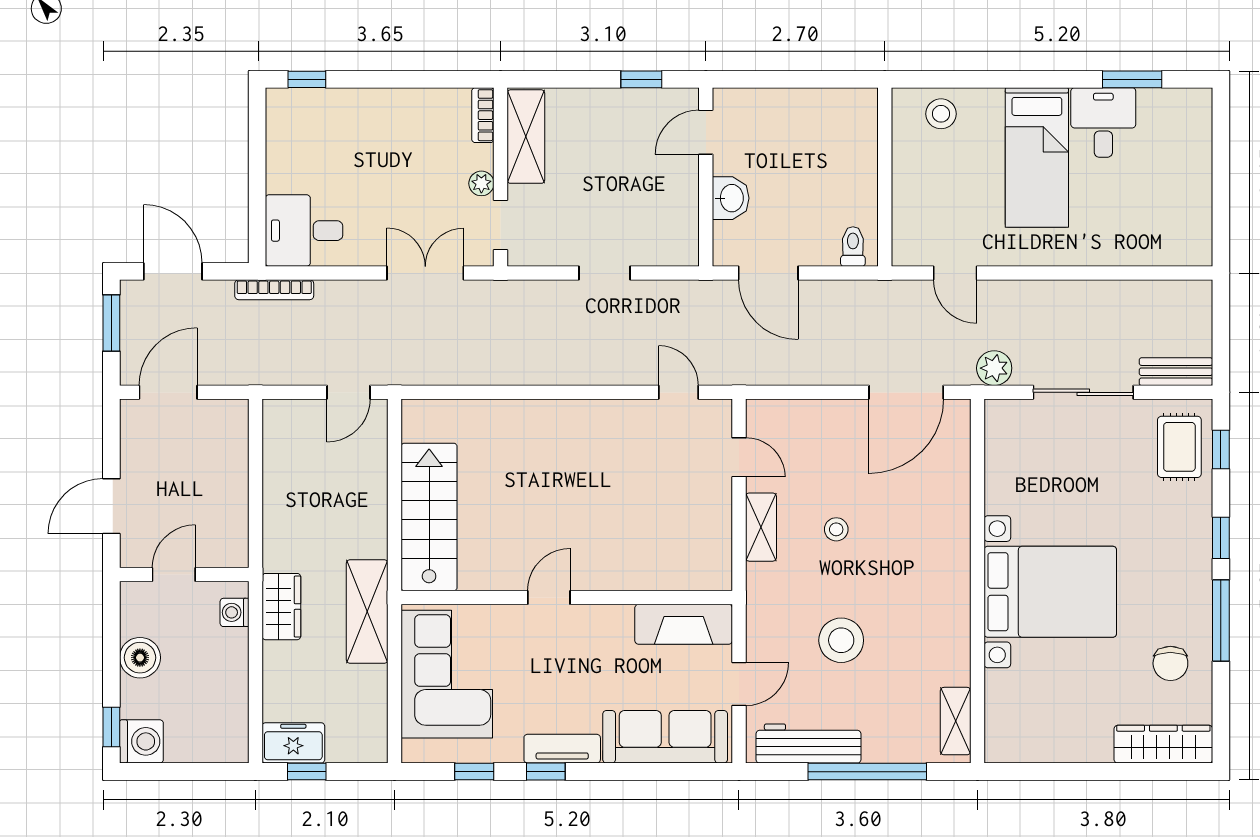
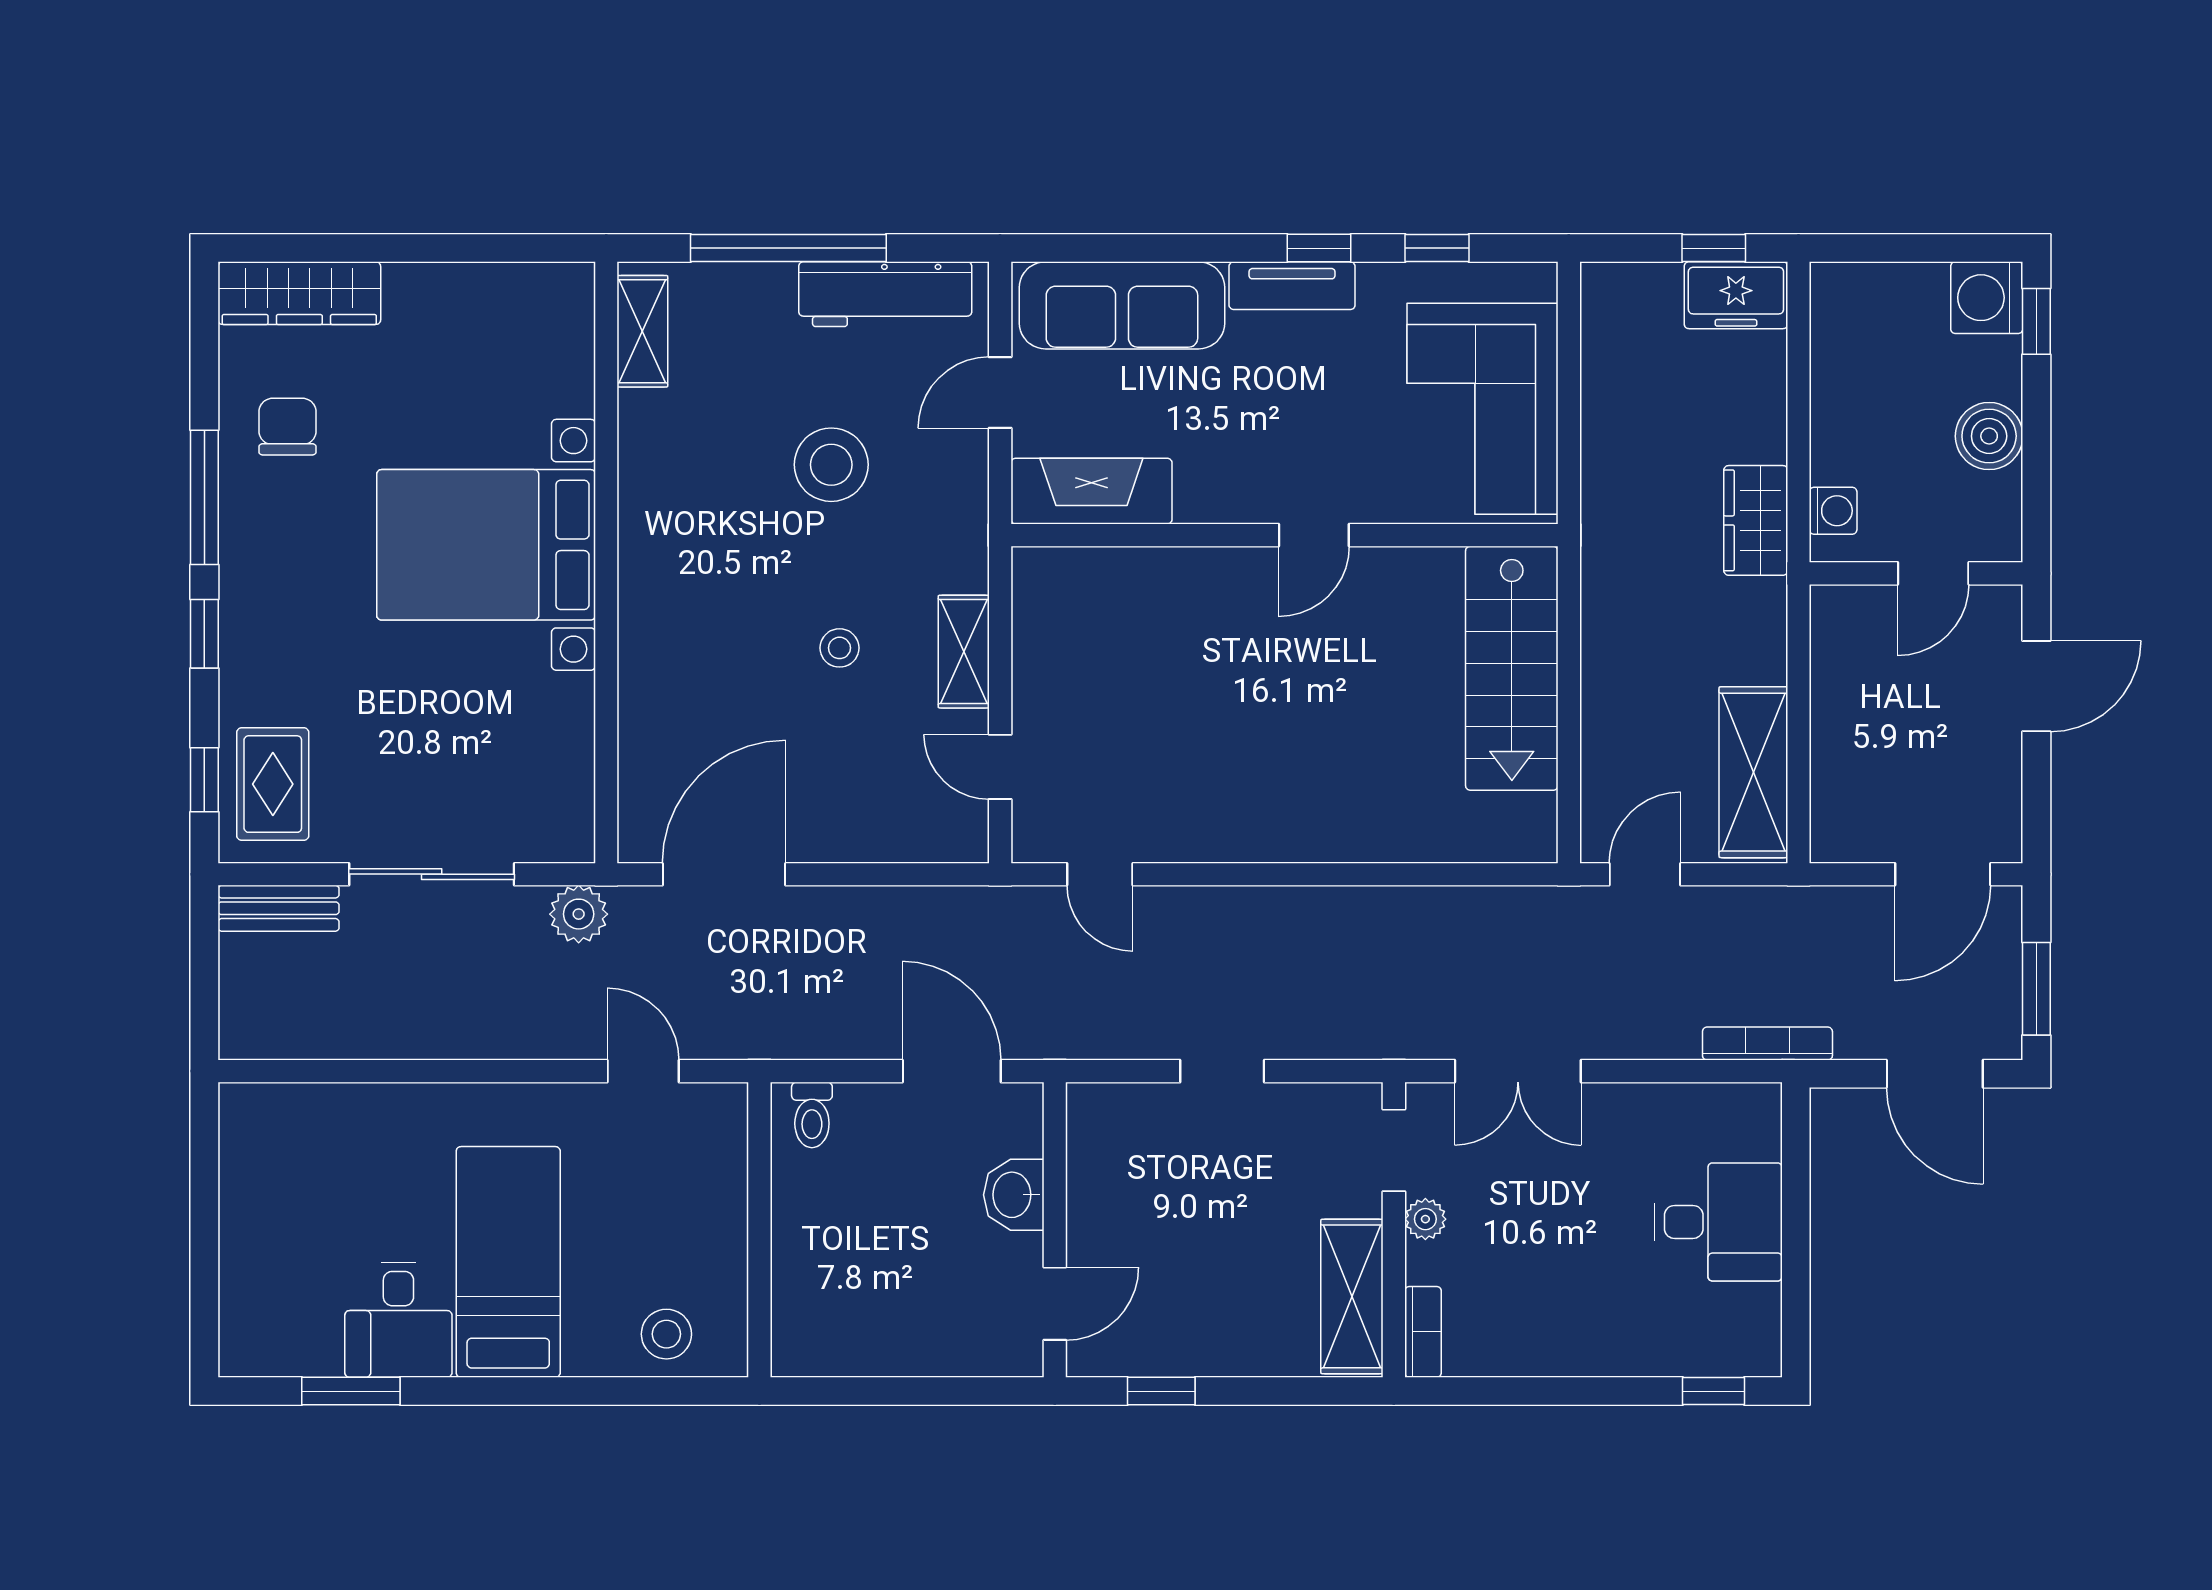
desk: (304, 231) -> (1718, 1222), moved
shelving: (367, 612) -> (1753, 772), moved

